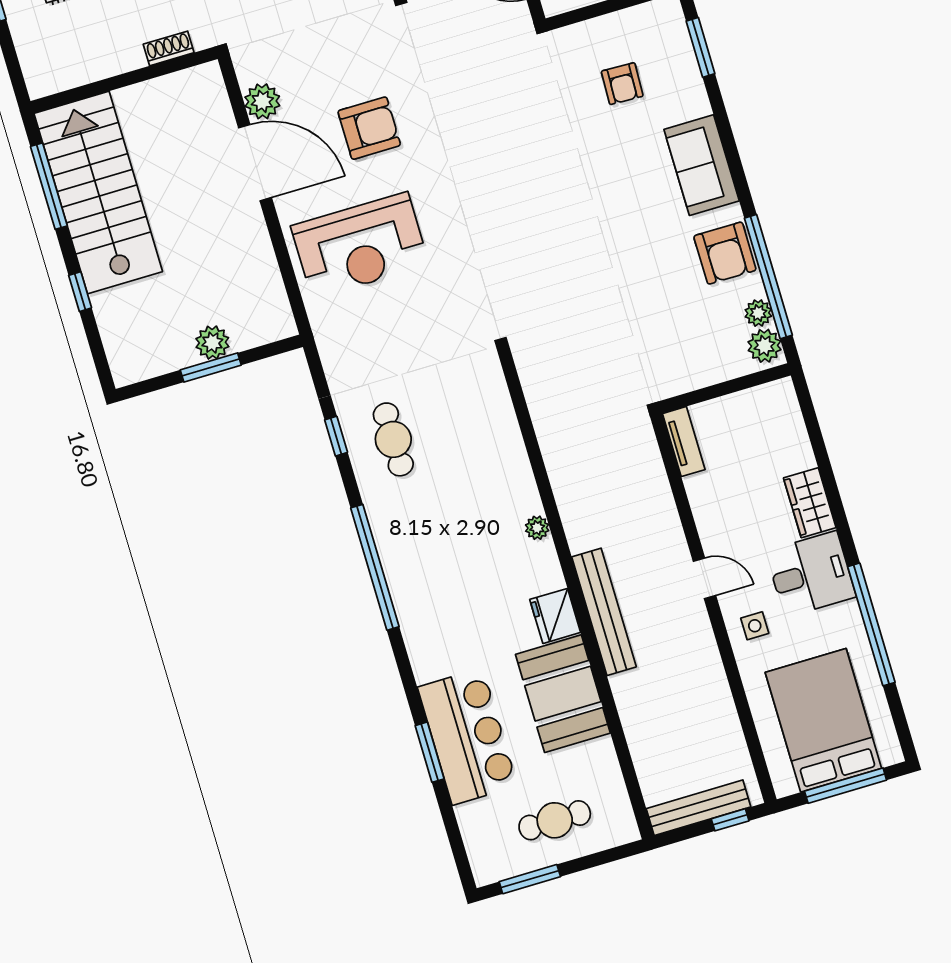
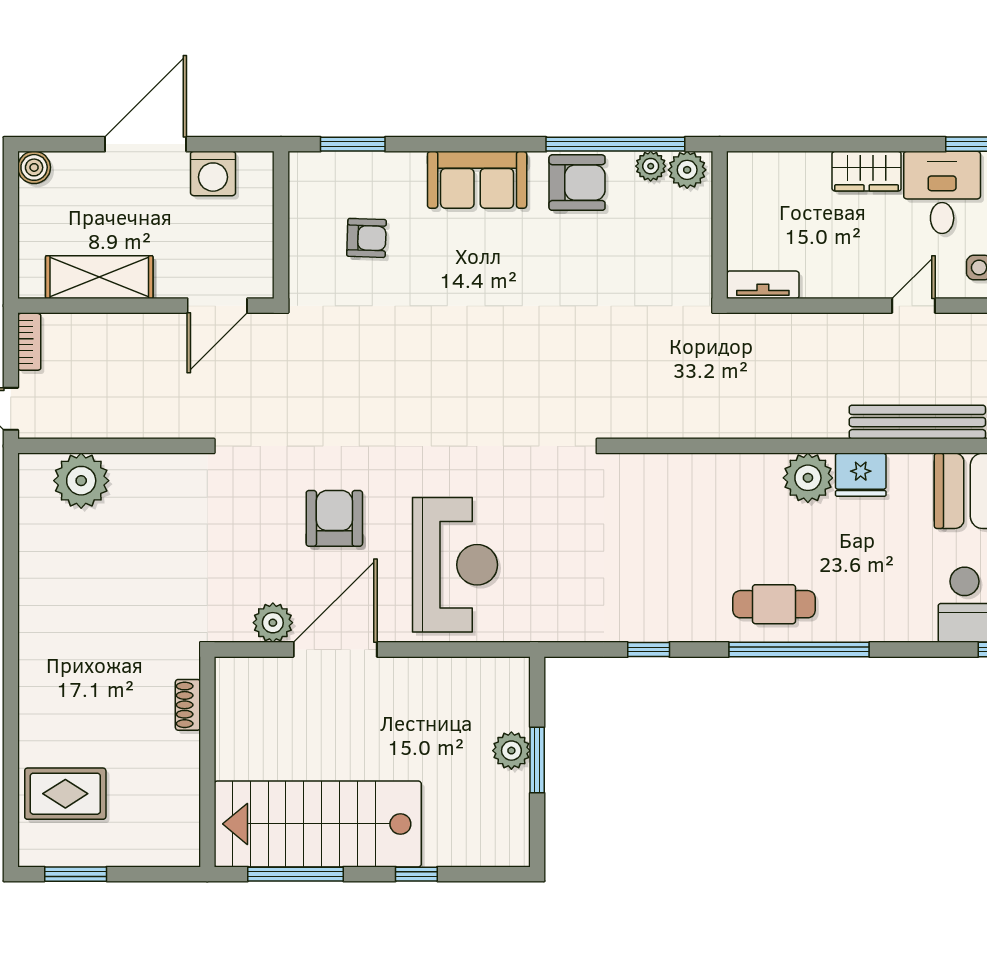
cafe table: (393, 439) -> (774, 604), moved
plant: (537, 528) -> (808, 478), width x1.87, depth x1.87
fridge: (555, 616) -> (861, 475), moved

